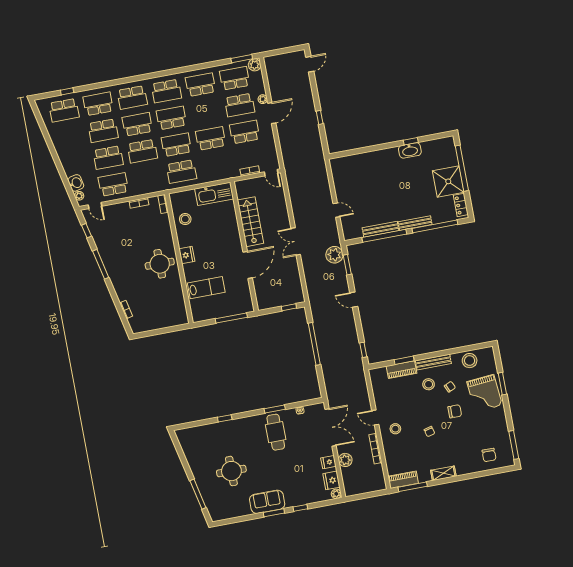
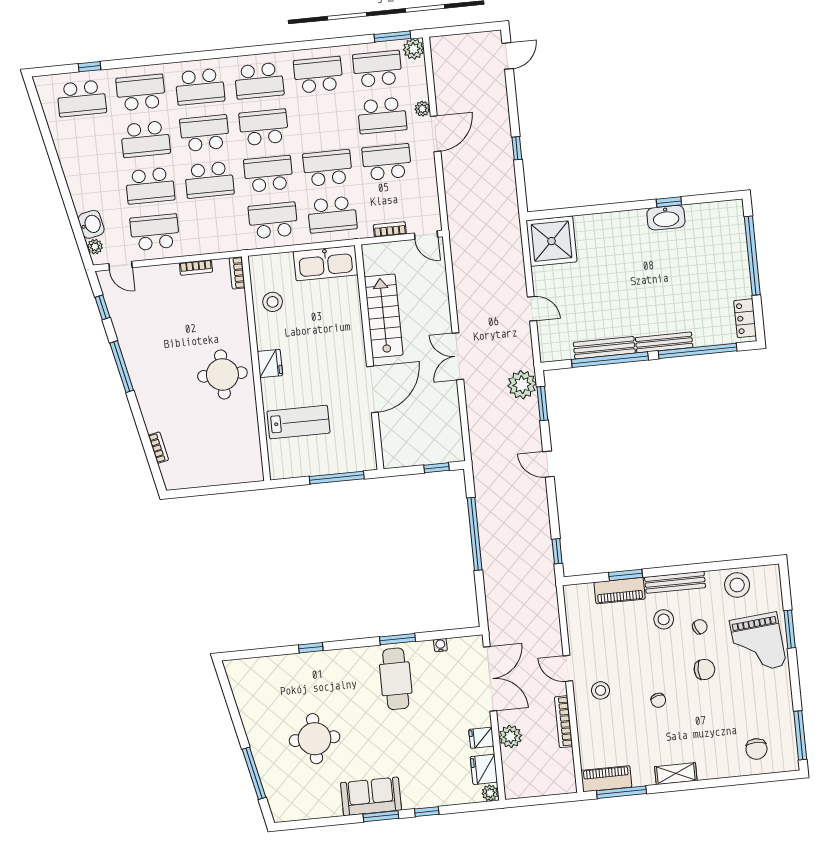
school desk: (216, 165) -> (332, 215), added
school desk: (181, 172) -> (273, 220), turned 180
shower: (448, 181) -> (552, 241), moved

